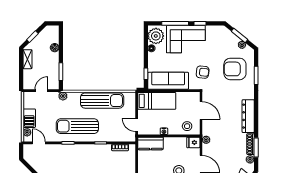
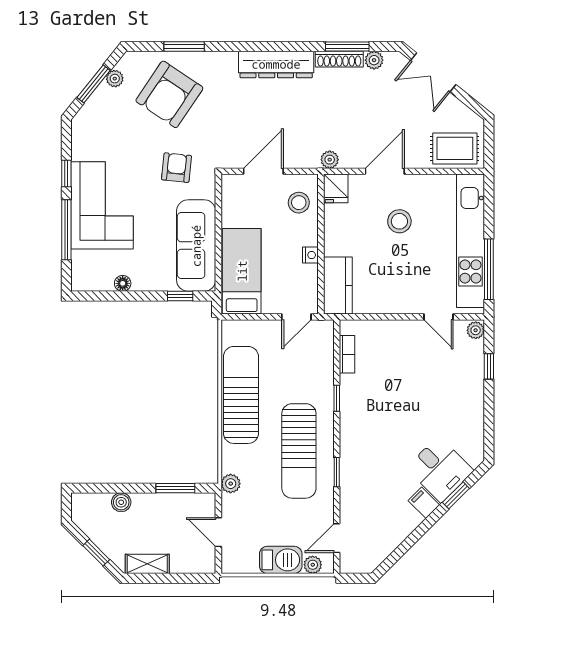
plant: (156, 36) -> (95, 273), removed
armchair: (235, 69) -> (169, 94), turned 34

